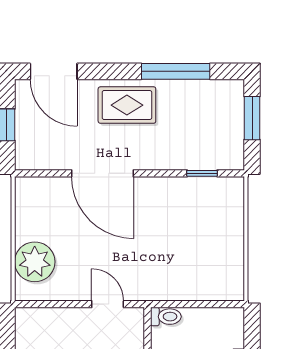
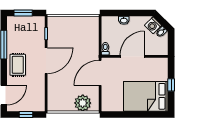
door: (102, 173) -> (46, 61), moved
door: (108, 304) -> (100, 73), width x1.87

